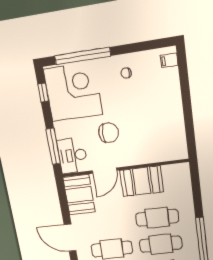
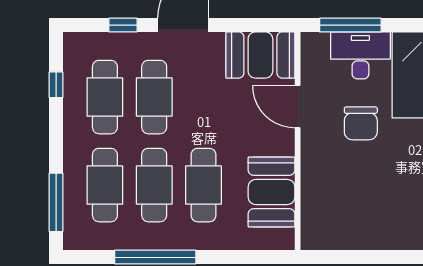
desk: (72, 156) -> (360, 55), moved
booth: (142, 181) -> (271, 192), moved

